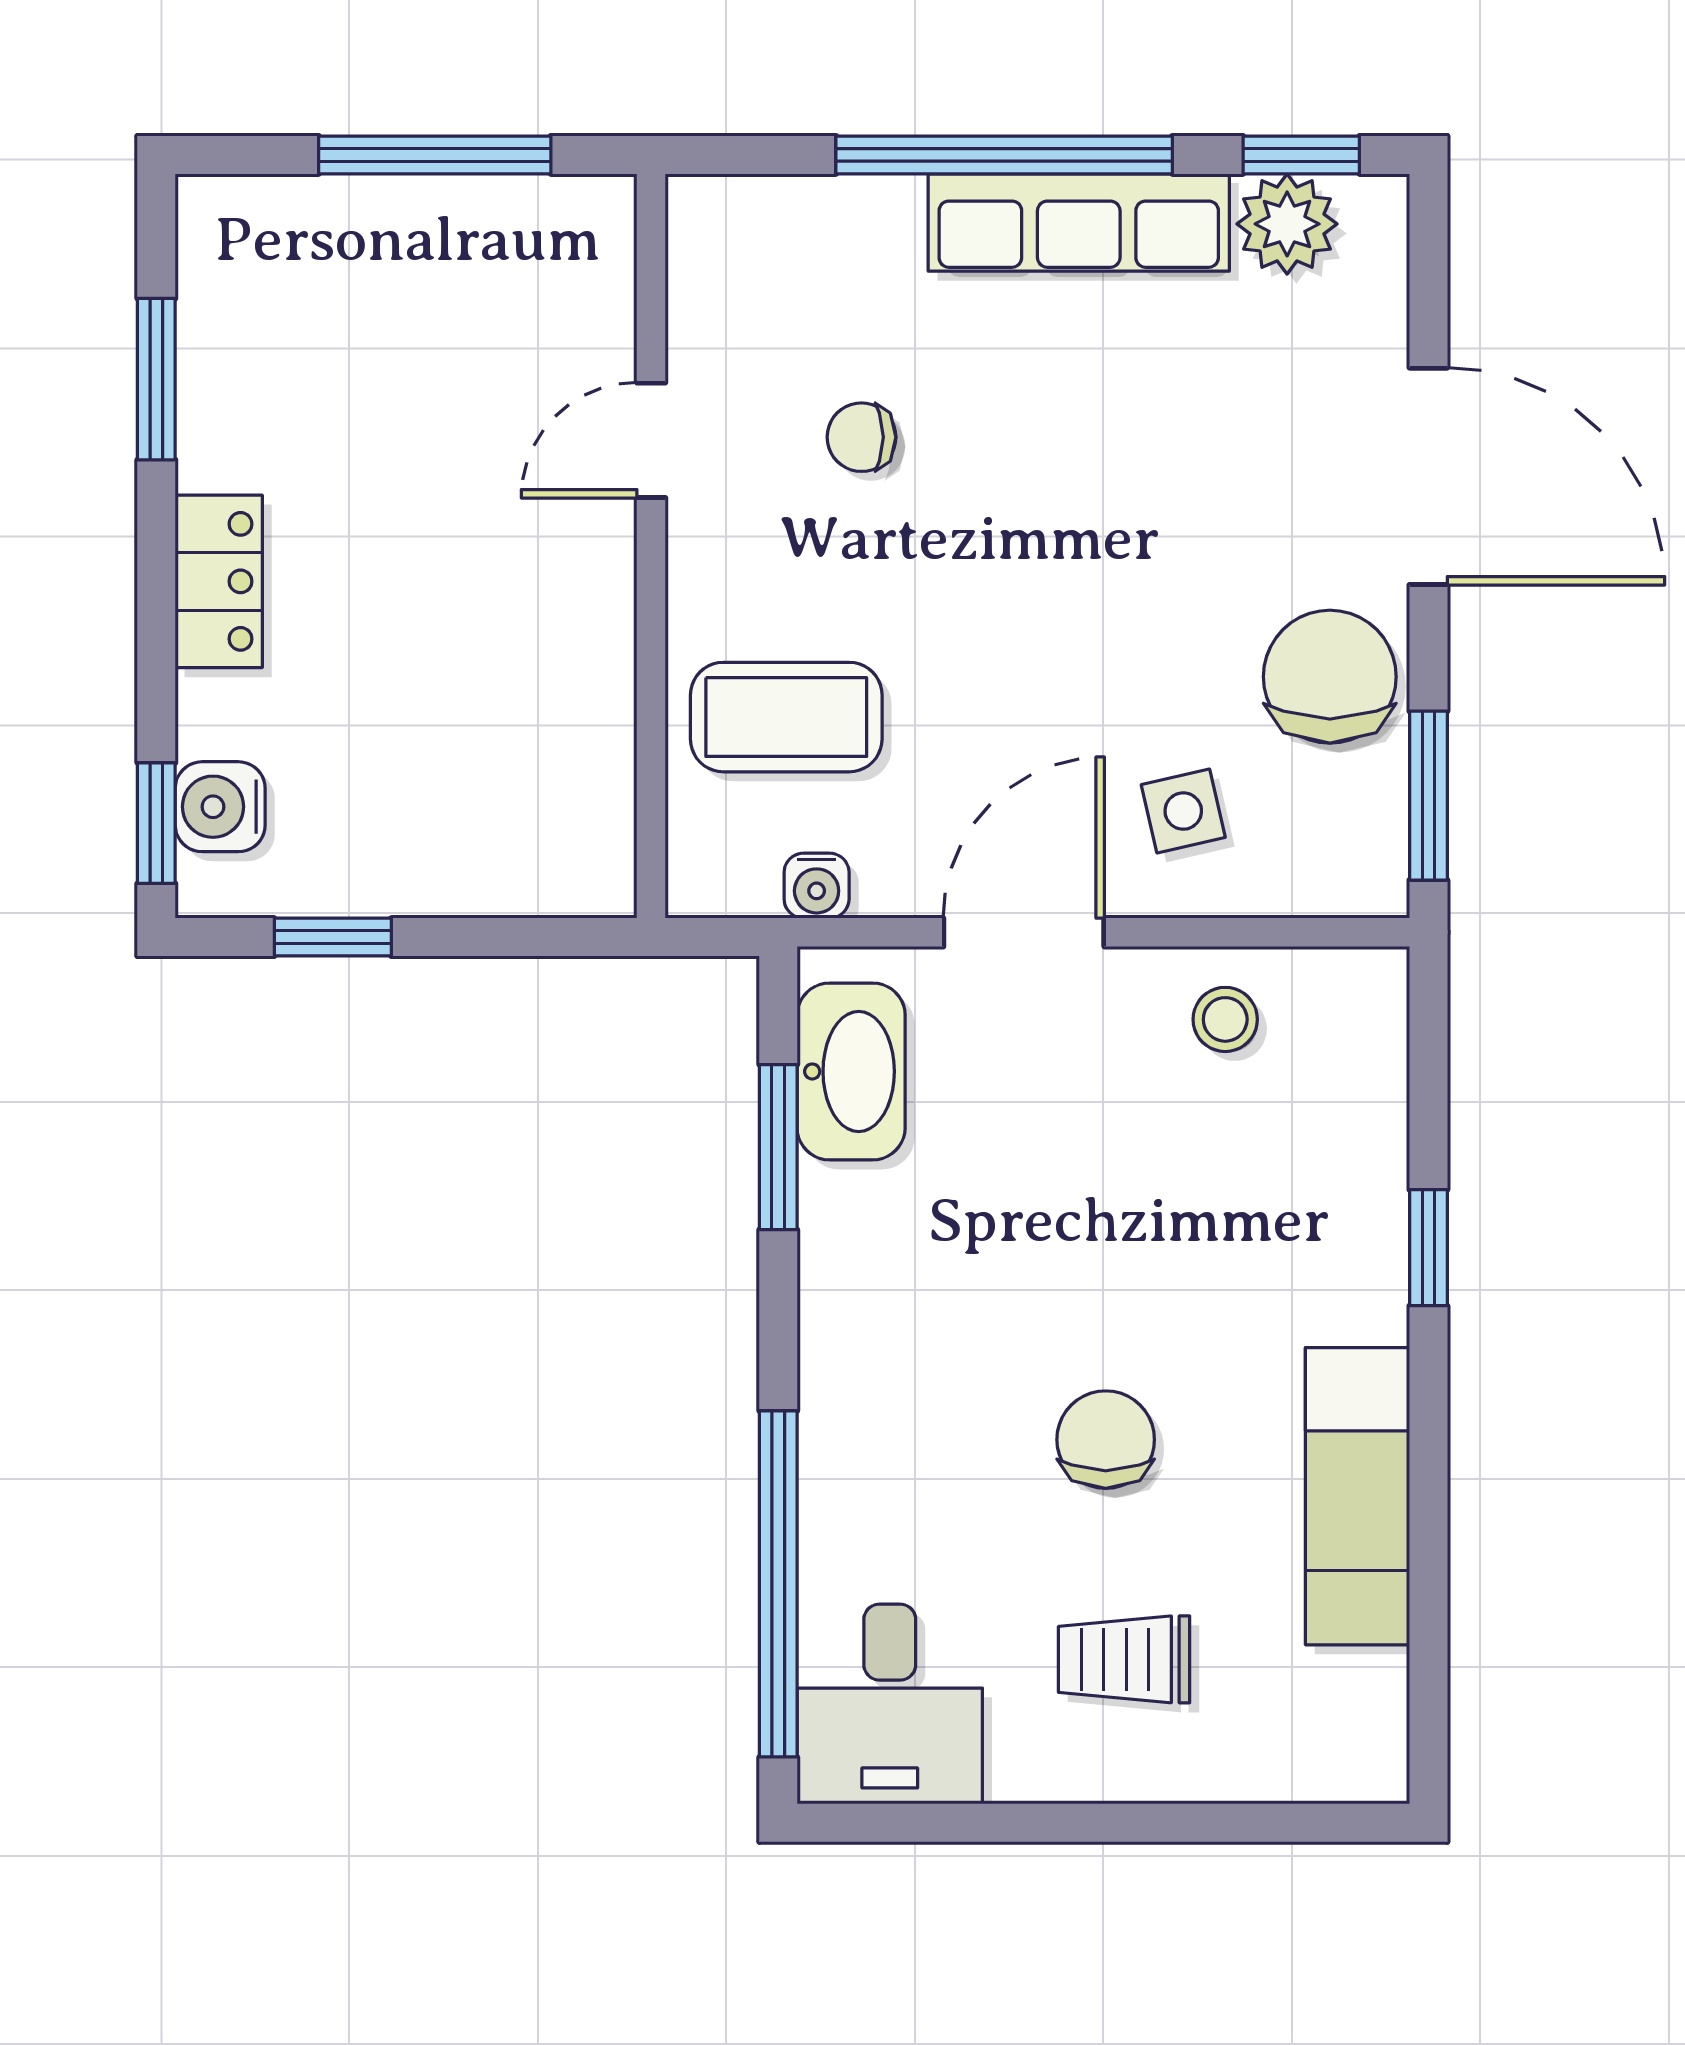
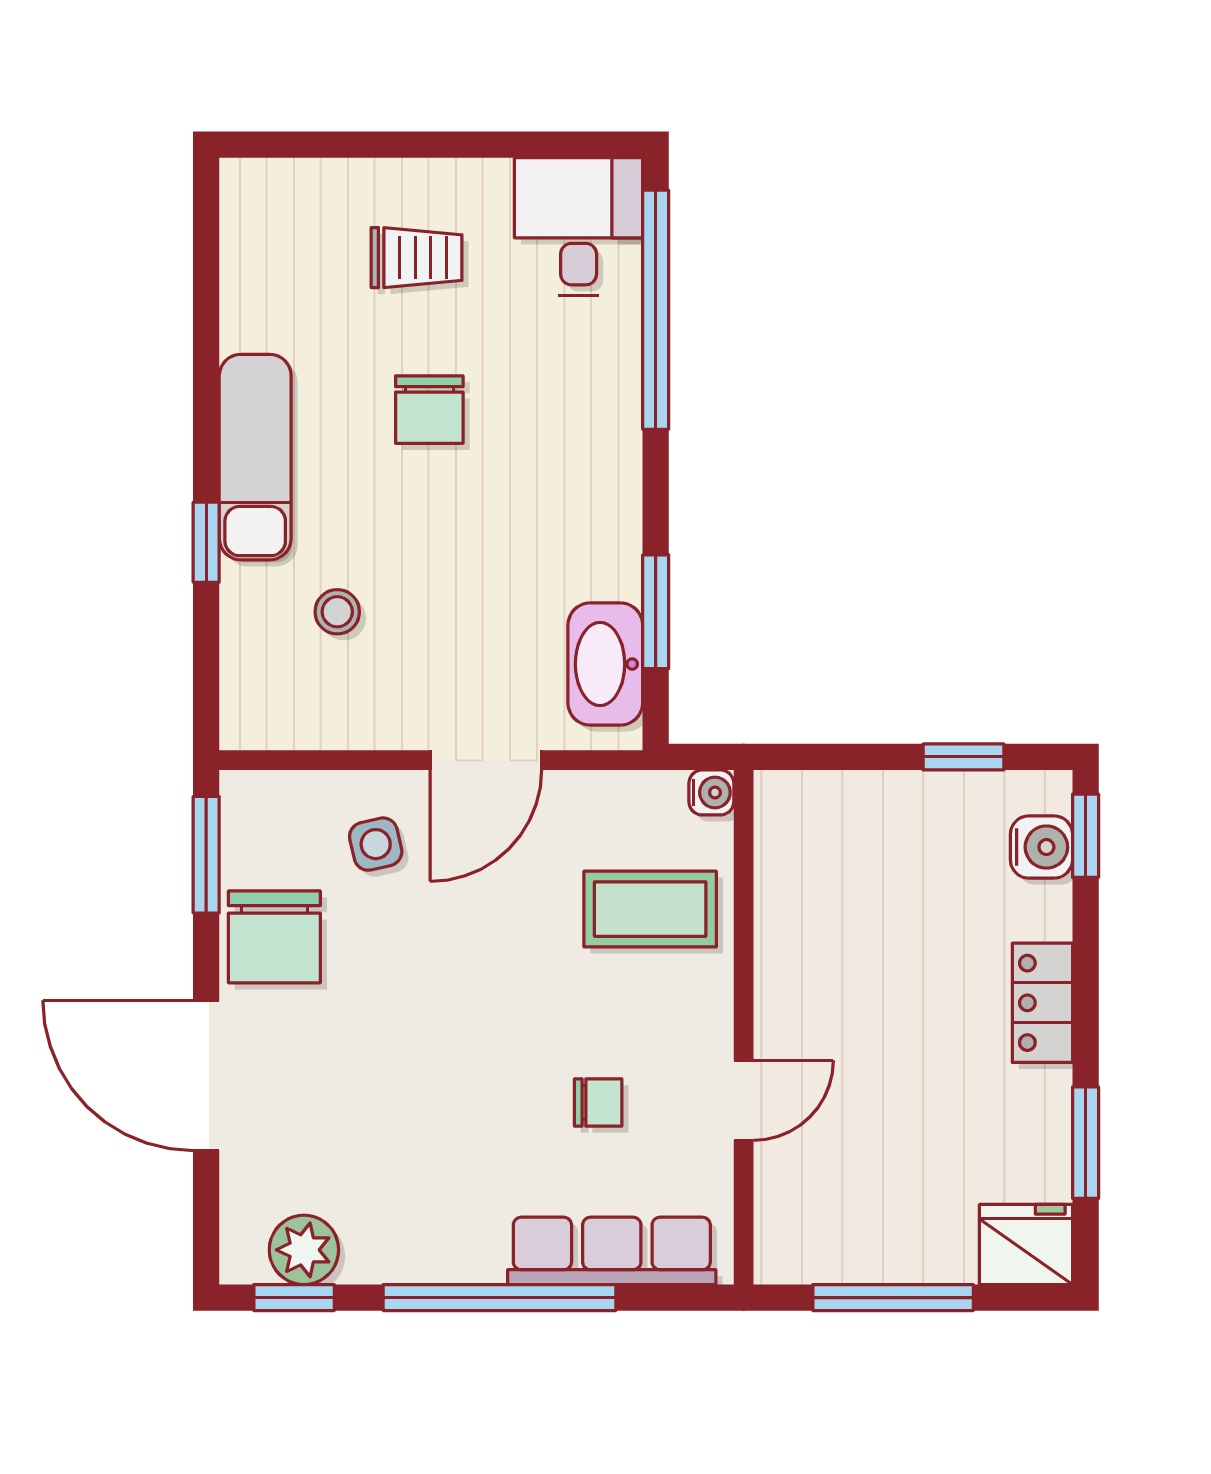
row of seats: (1079, 223) -> (612, 1251), moved
fridge: (243, 232) -> (1026, 1244), added
water cooler: (817, 886) -> (711, 792), moved, turned 90
stool: (1225, 1019) -> (337, 612), moved
exam couch: (1357, 1496) -> (255, 457), moved

